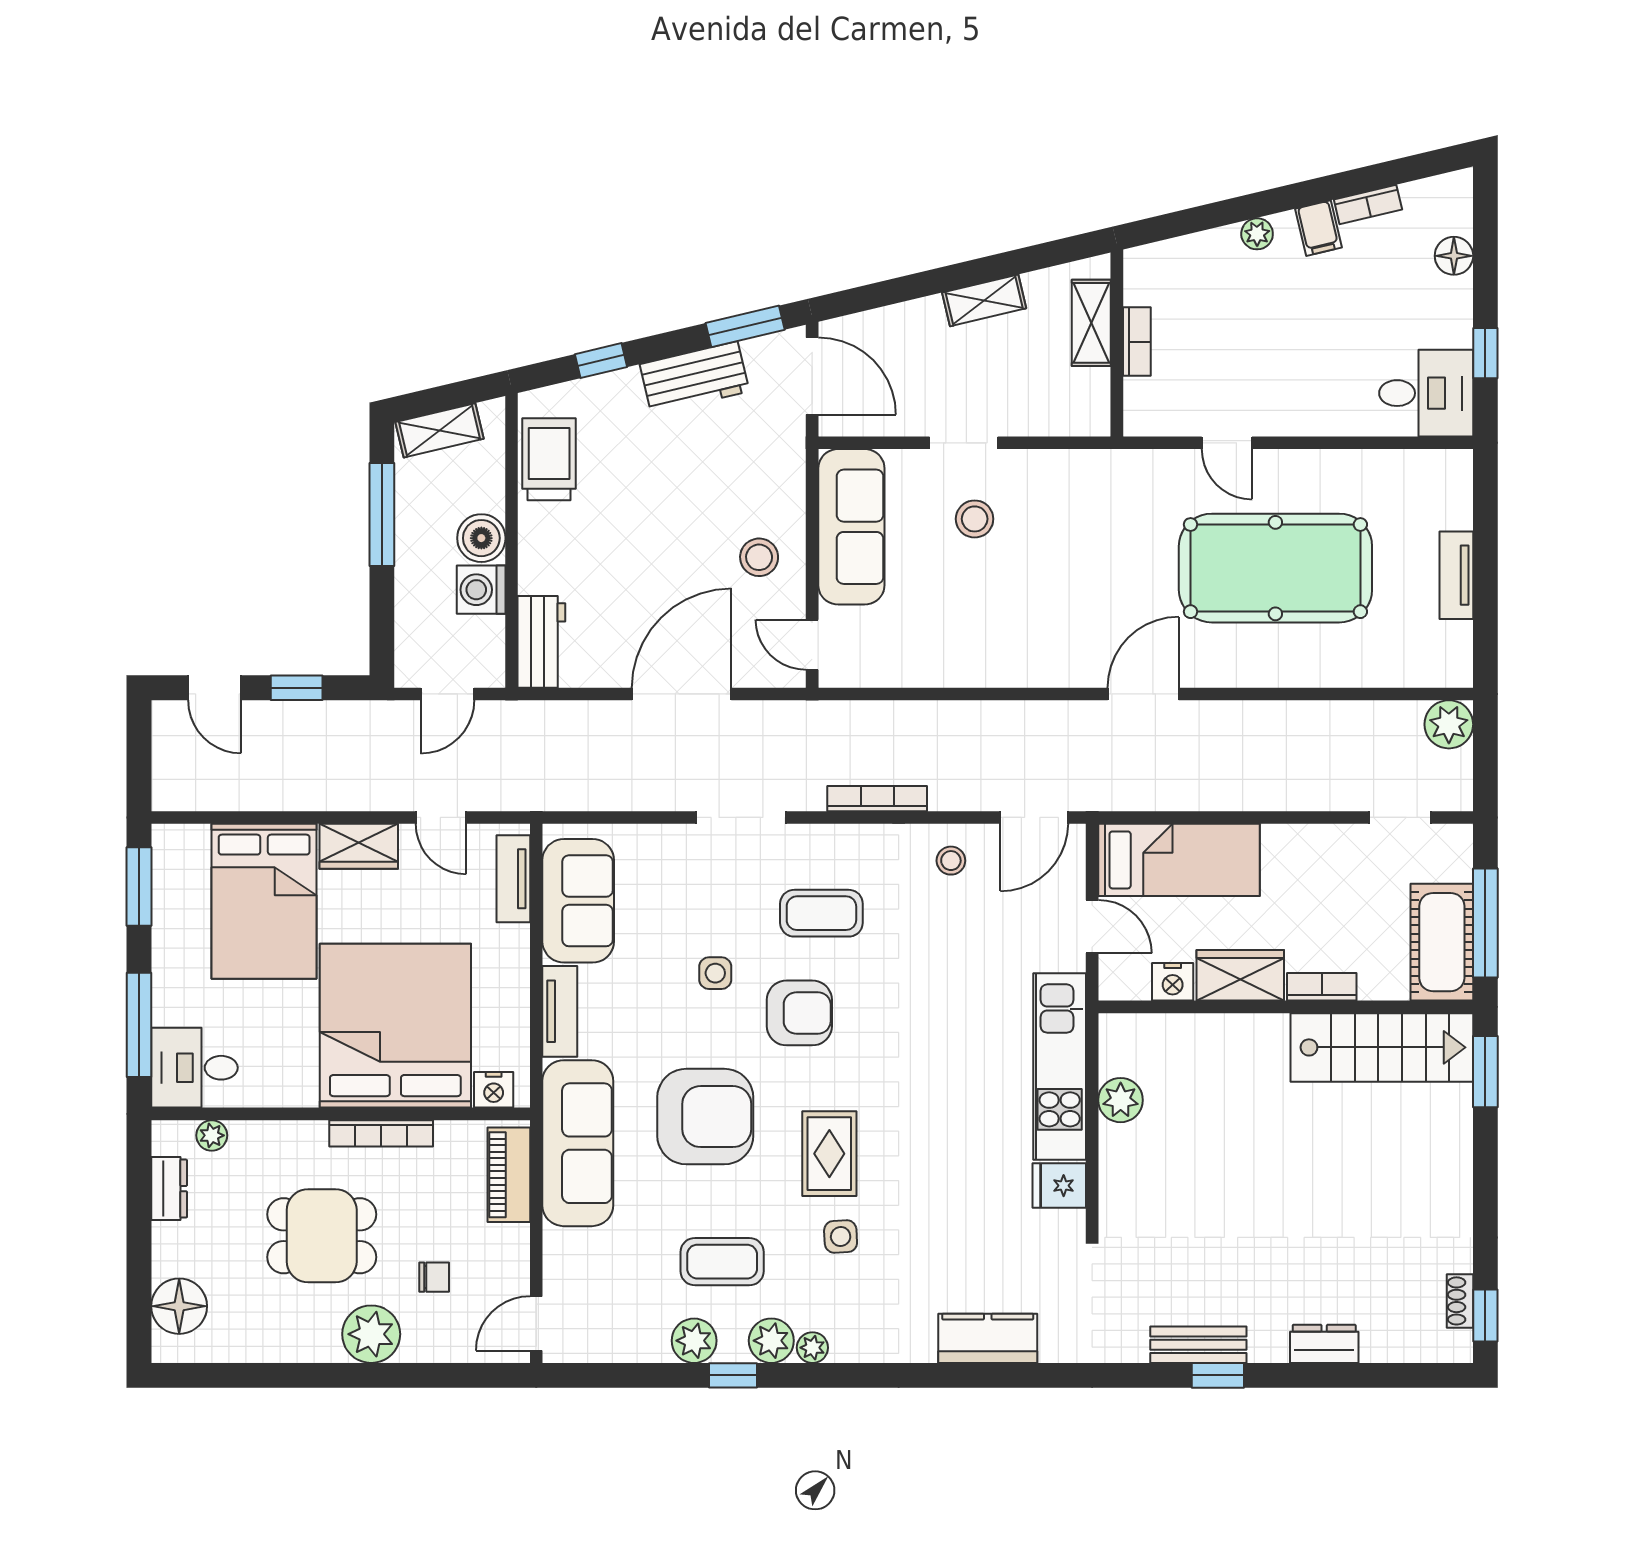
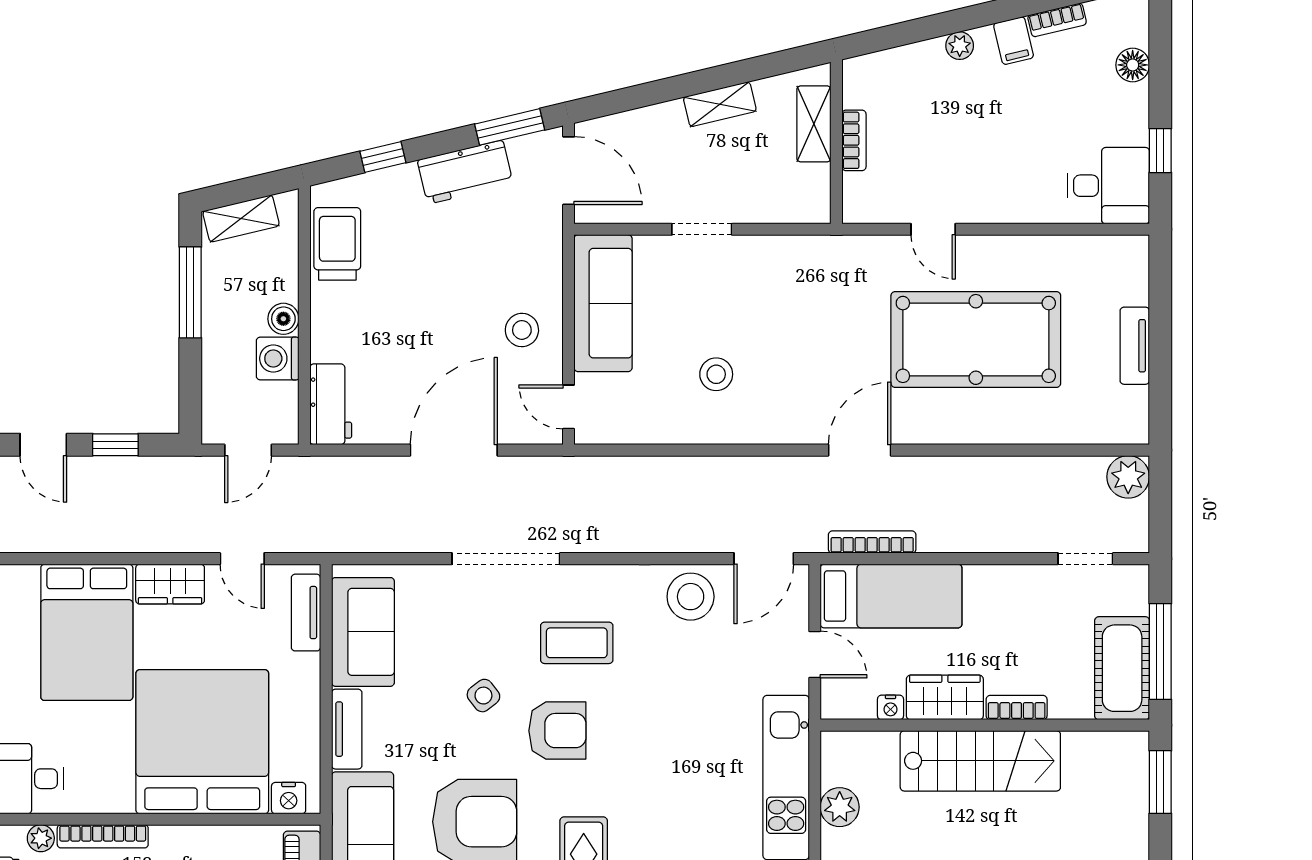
stool: (975, 519) -> (716, 374), moved
boiler: (481, 538) -> (283, 319), width x0.73, depth x0.73
bookcase: (877, 799) -> (872, 542), moved
doorway: (741, 817) -> (506, 559), width x1.36
stool: (951, 861) -> (691, 597), width x1.89, depth x1.89
side table: (715, 973) -> (483, 696), turned -38
nightstand: (1173, 982) -> (891, 707), width x0.72, depth x0.74
stairs: (1382, 1047) -> (980, 761), moved
bookcase: (381, 1133) -> (103, 836), moved

